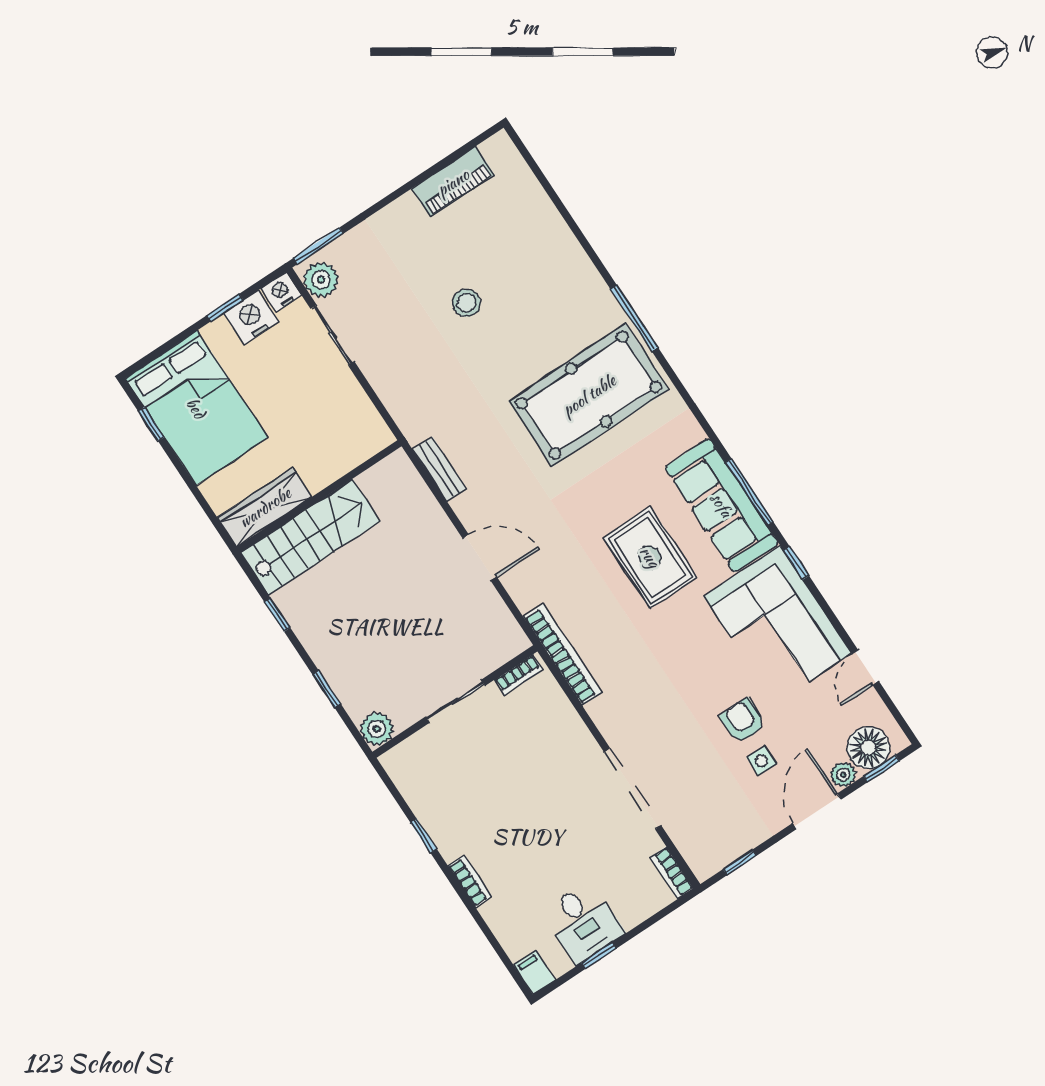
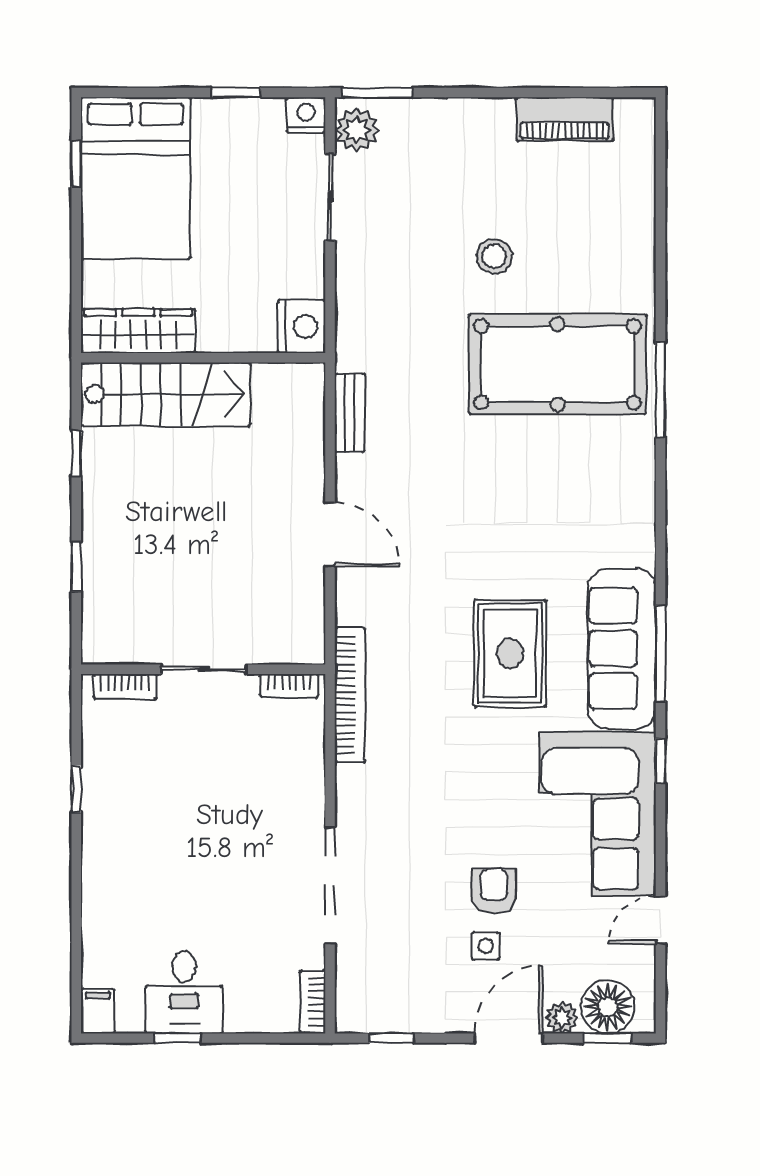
nightstand: (251, 317) -> (302, 327), moved, turned 90
pool table: (589, 395) -> (558, 364), moved
plant: (377, 729) -> (102, 644), removed
bookcase: (470, 881) -> (125, 686), moved, turned 90

